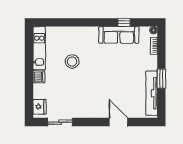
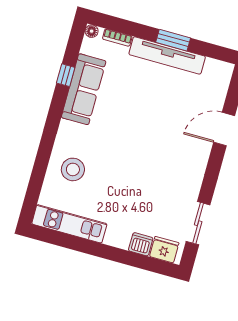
stool: (72, 61) -> (73, 169), moved
dishwasher: (39, 77) -> (141, 244), moved
tv unit: (152, 93) -> (167, 55), moved

